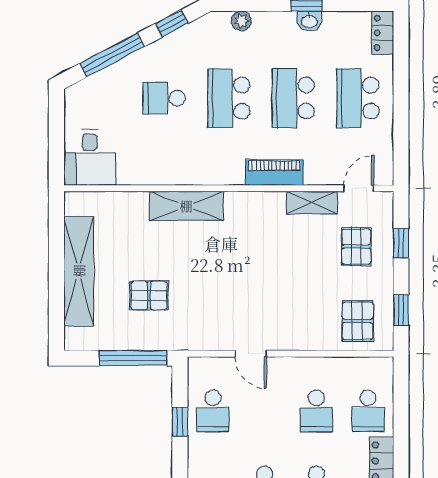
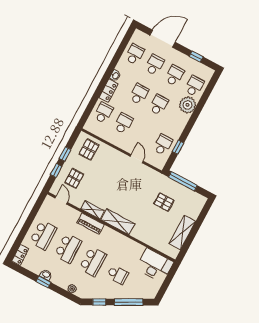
desk: (90, 157) -> (155, 265), width x1.37
door: (359, 188) -> (61, 200), swing flipped
shelving: (312, 203) -> (92, 210), moved
shelving: (186, 206) -> (118, 222), moved
shelving: (79, 271) -> (182, 233), width x0.68
window: (401, 310) -> (65, 154), moved

